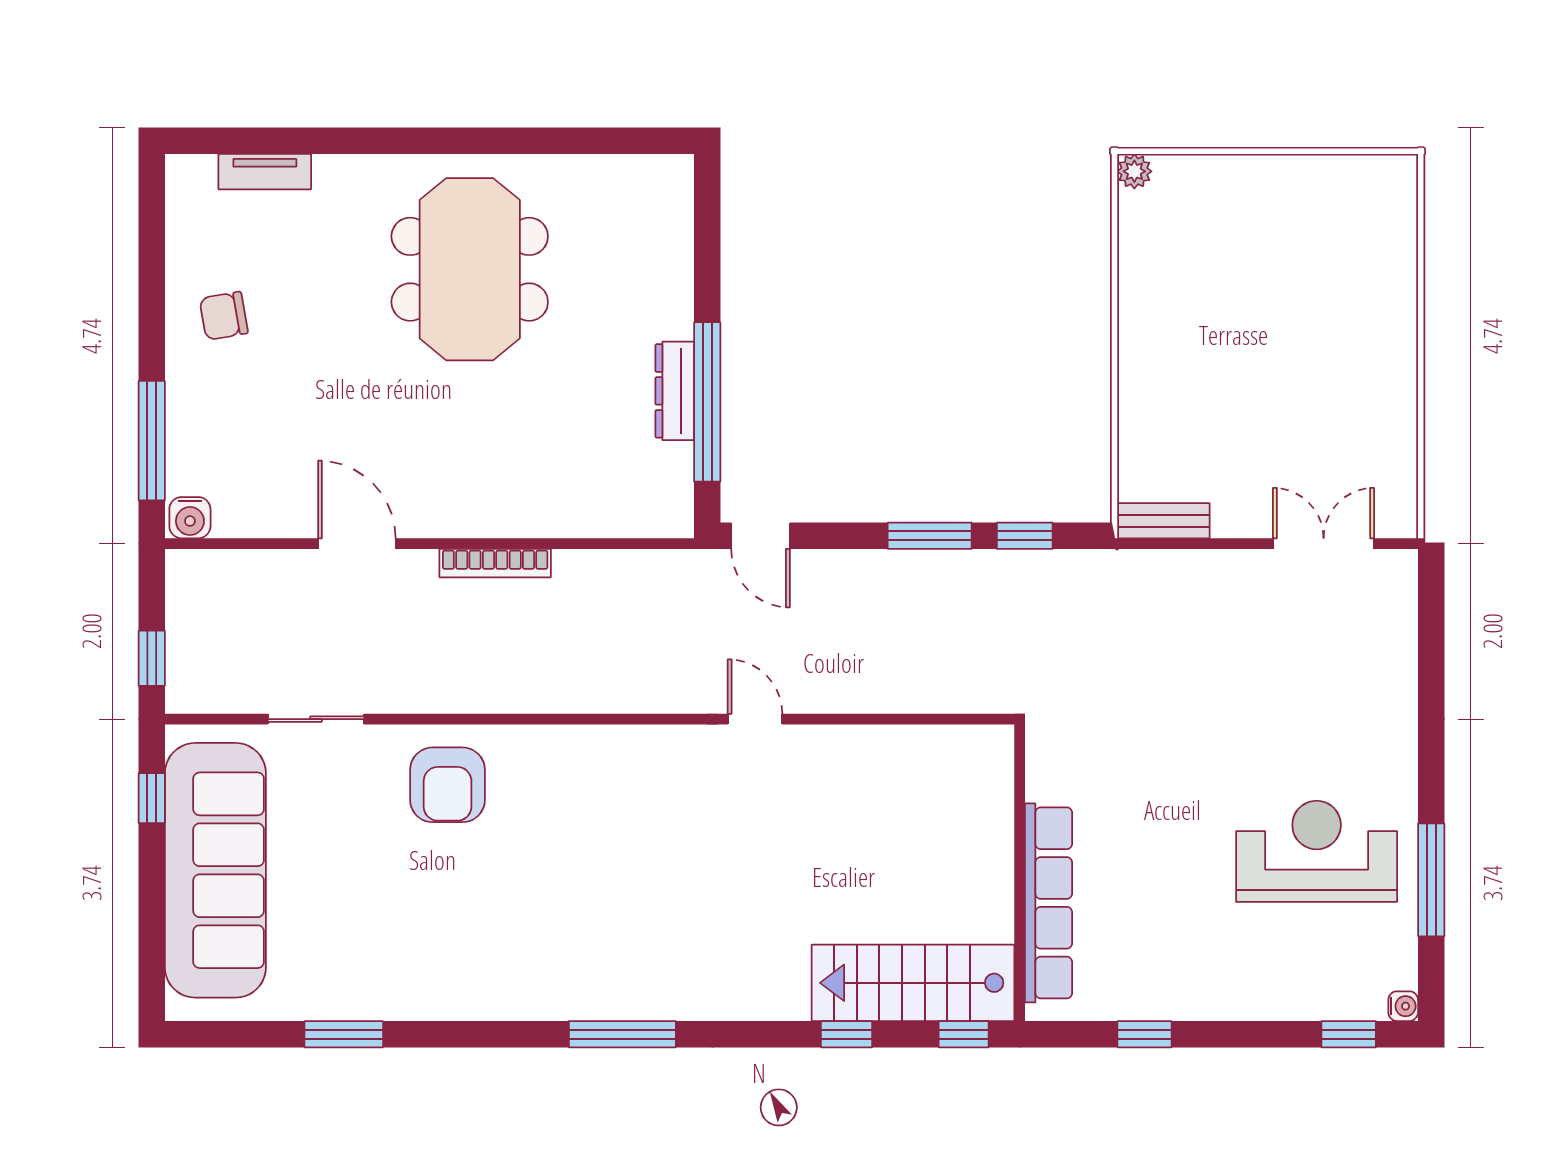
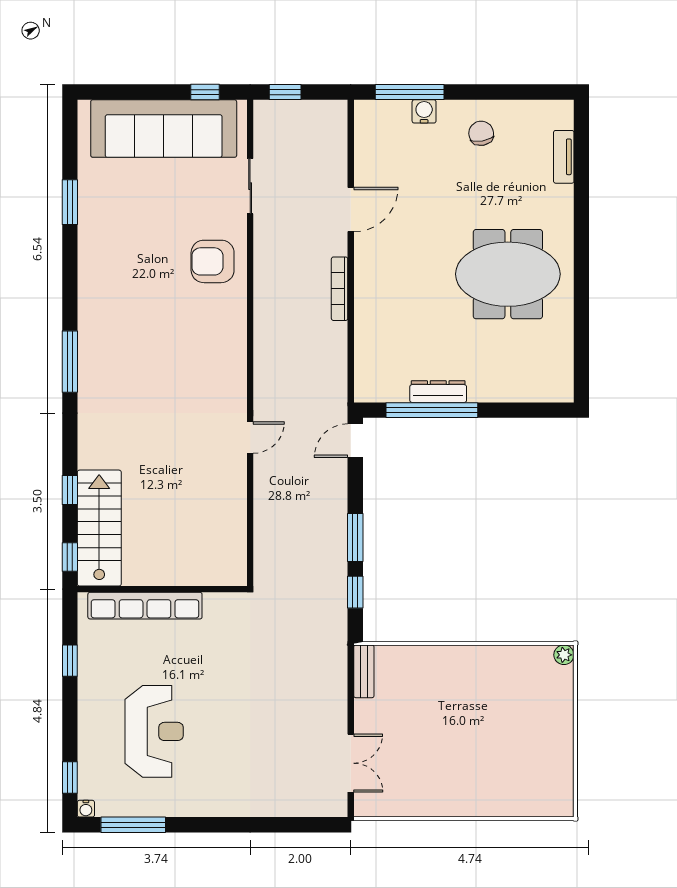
water cooler: (190, 518) -> (424, 111), moved, turned 90
reception desk: (1317, 851) -> (154, 731), moved
window: (1431, 880) -> (133, 825), moved

